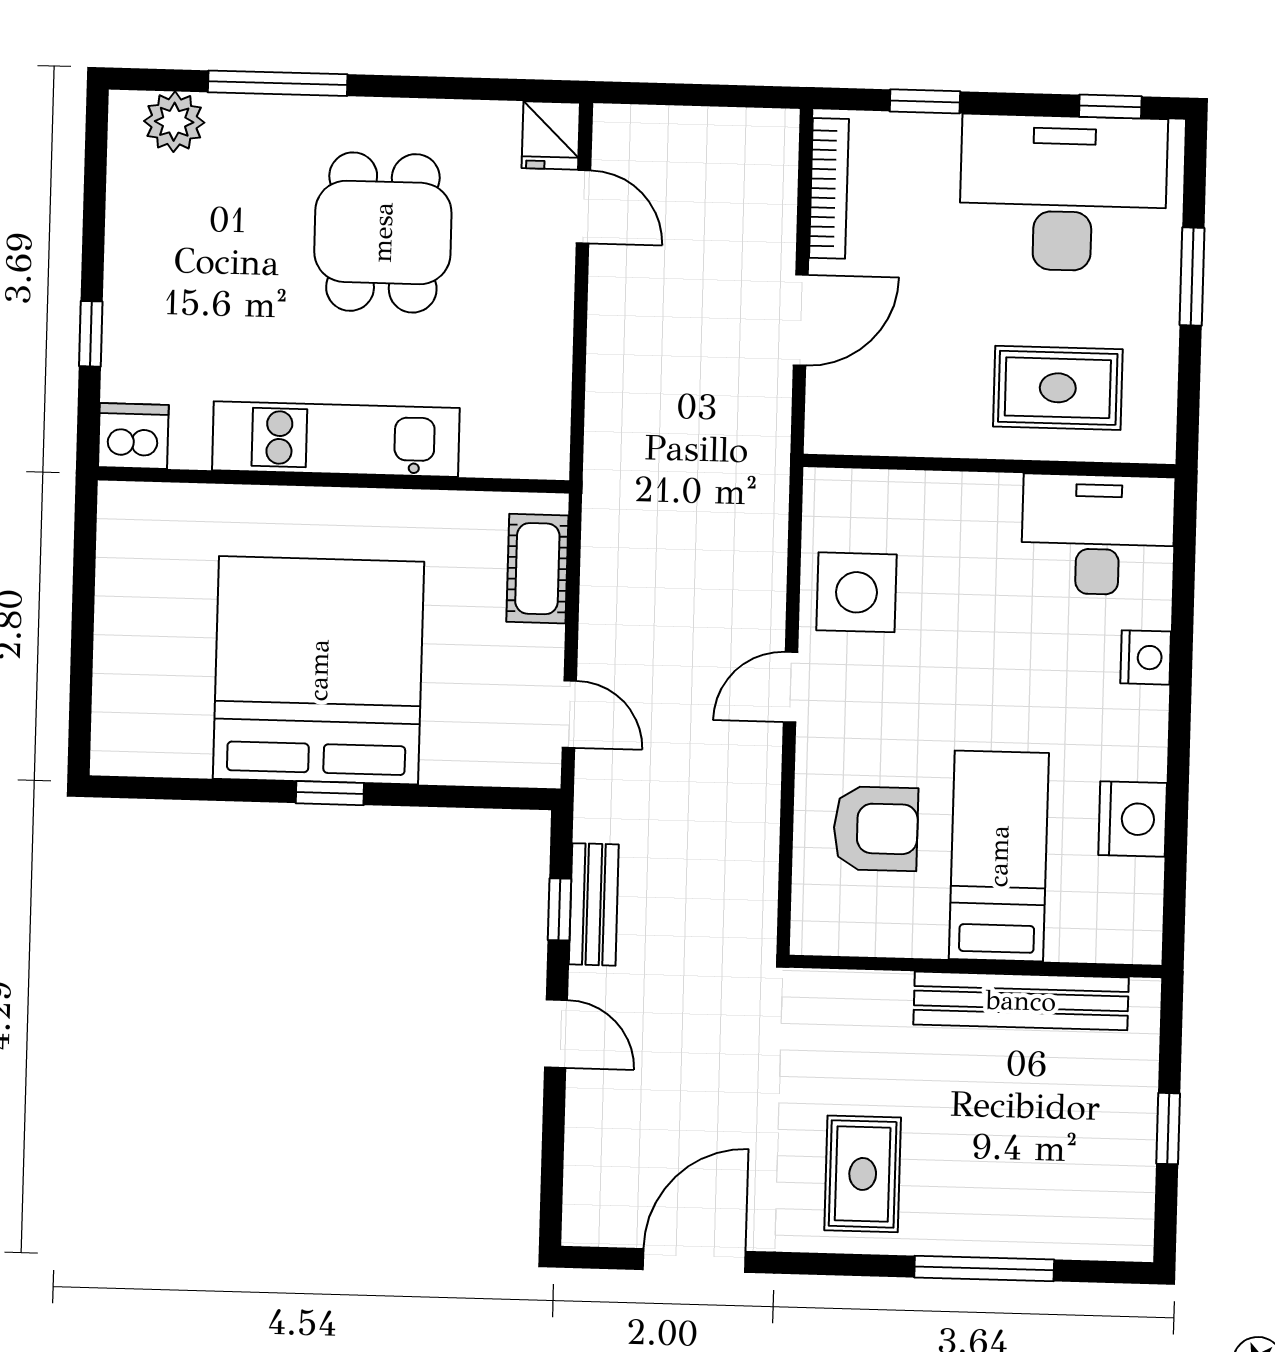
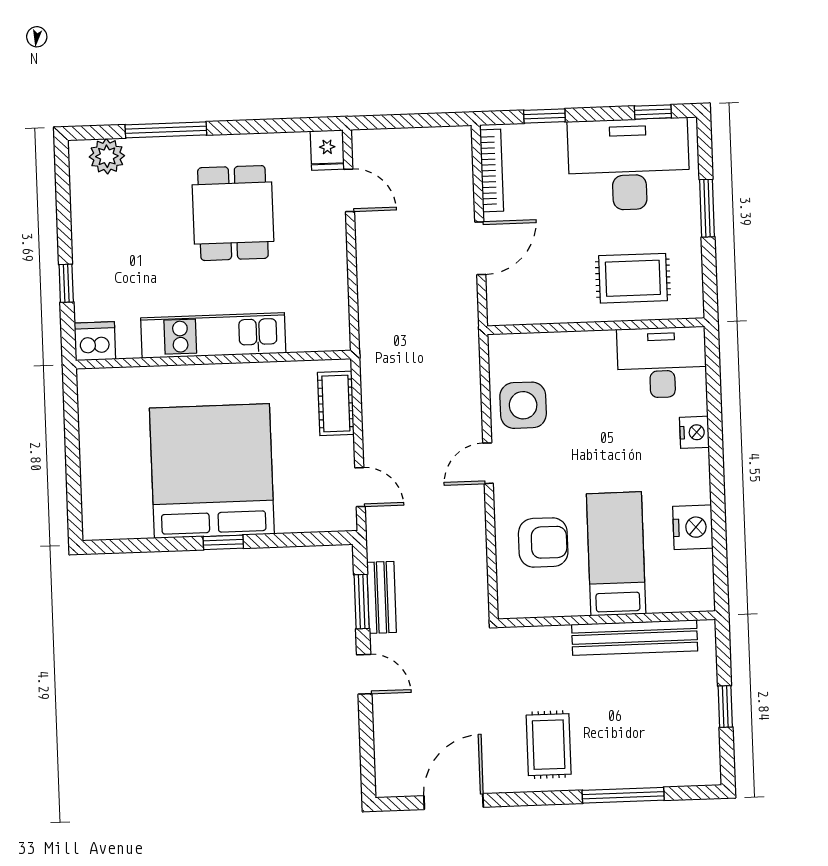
window: (560, 909) -> (362, 602), width x1.50

